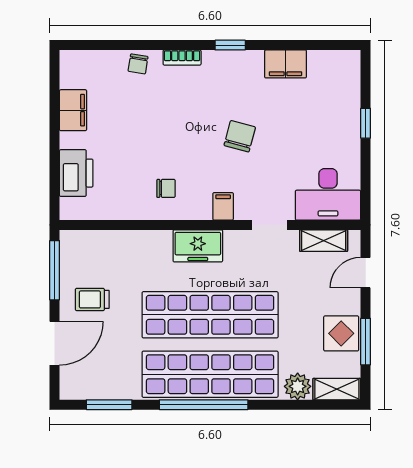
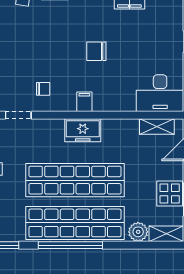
chair: (240, 136) -> (96, 51), turned -105
doorway: (269, 225) -> (18, 115), moved
freezer: (198, 246) -> (83, 130), moved

